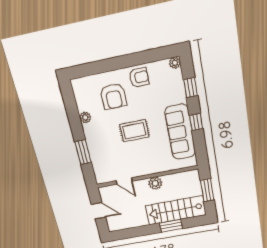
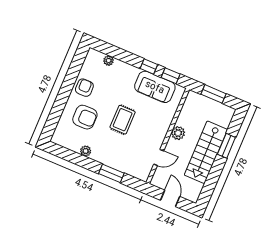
plant: (175, 63) -> (109, 61), moved
window: (191, 88) -> (171, 76), moved
sofa: (180, 132) -> (155, 87), width x0.73
stairs: (176, 210) -> (206, 152), moved
door: (98, 211) -> (170, 198), hinge flipped

